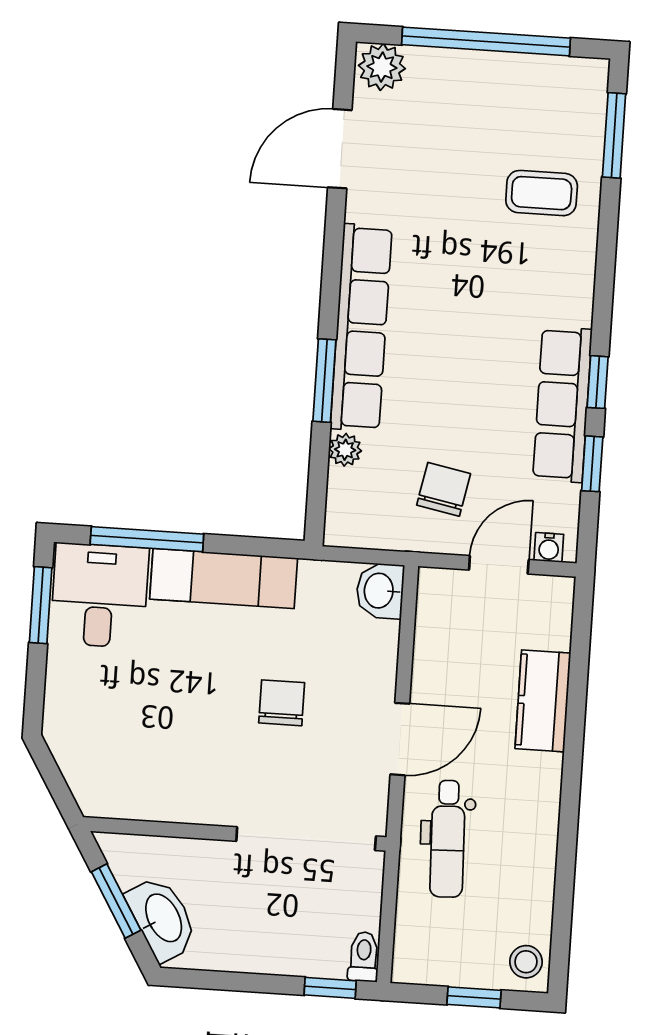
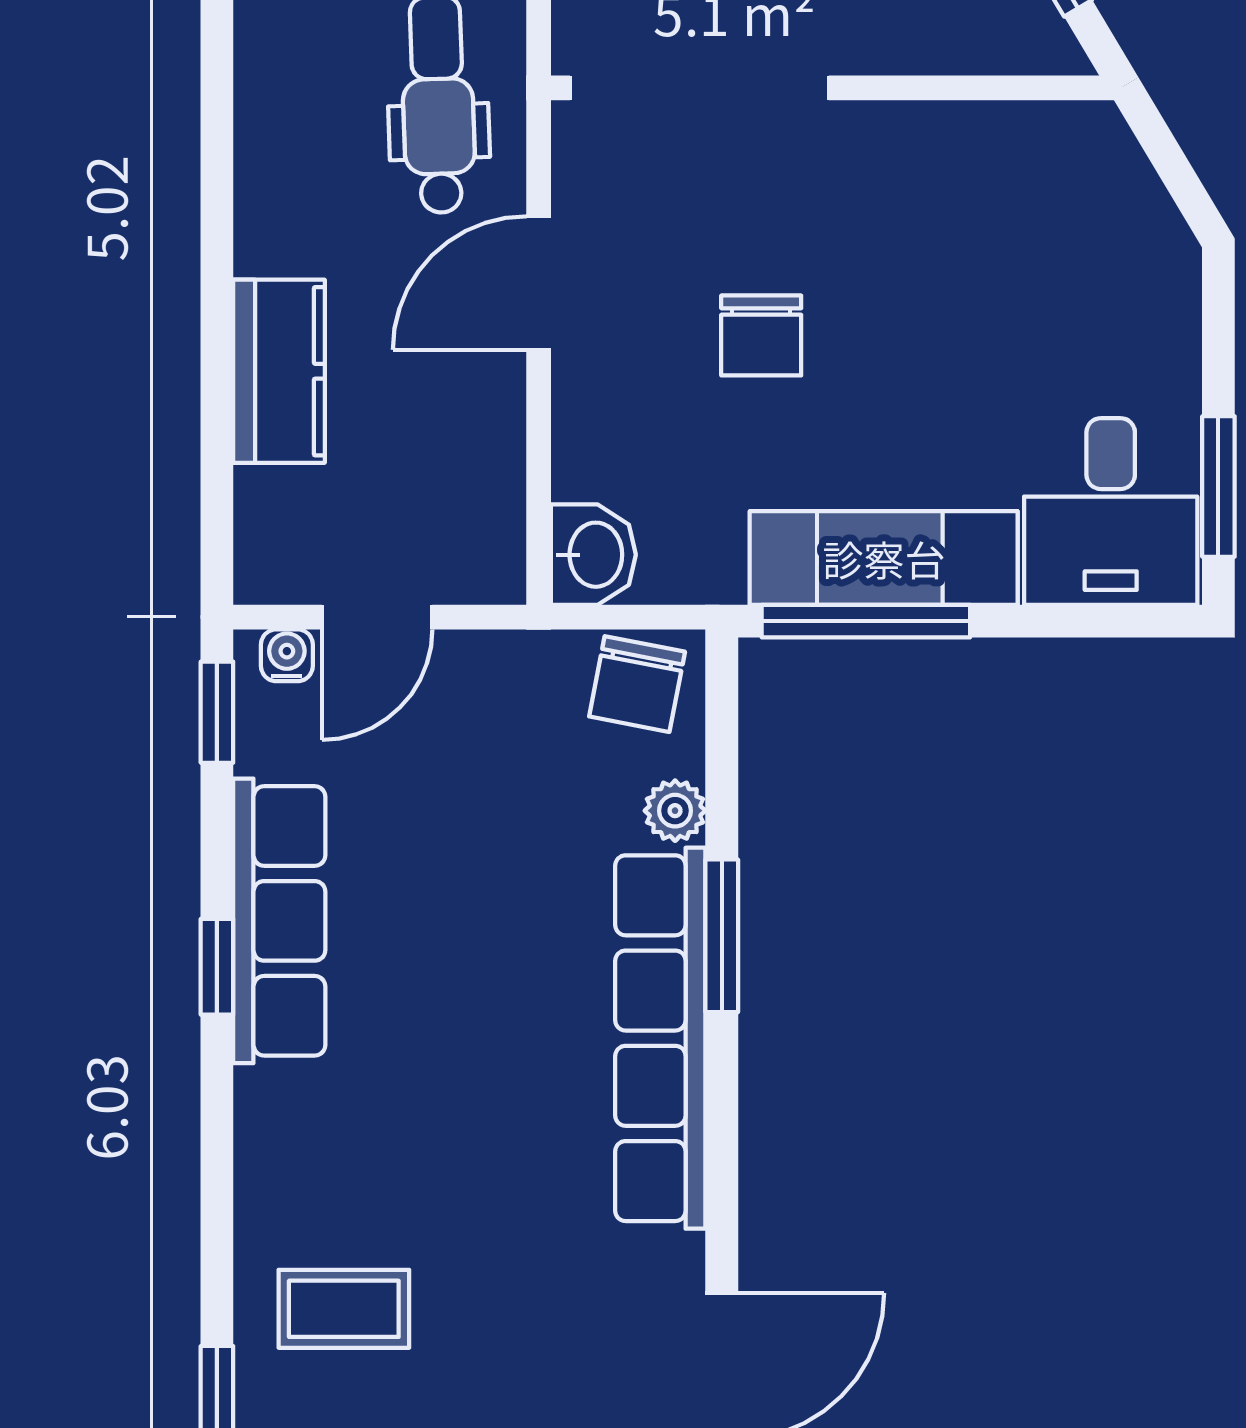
window: (592, 464) -> (217, 712), moved
chair: (444, 489) -> (637, 684), moved
window: (147, 539) -> (866, 621), moved

